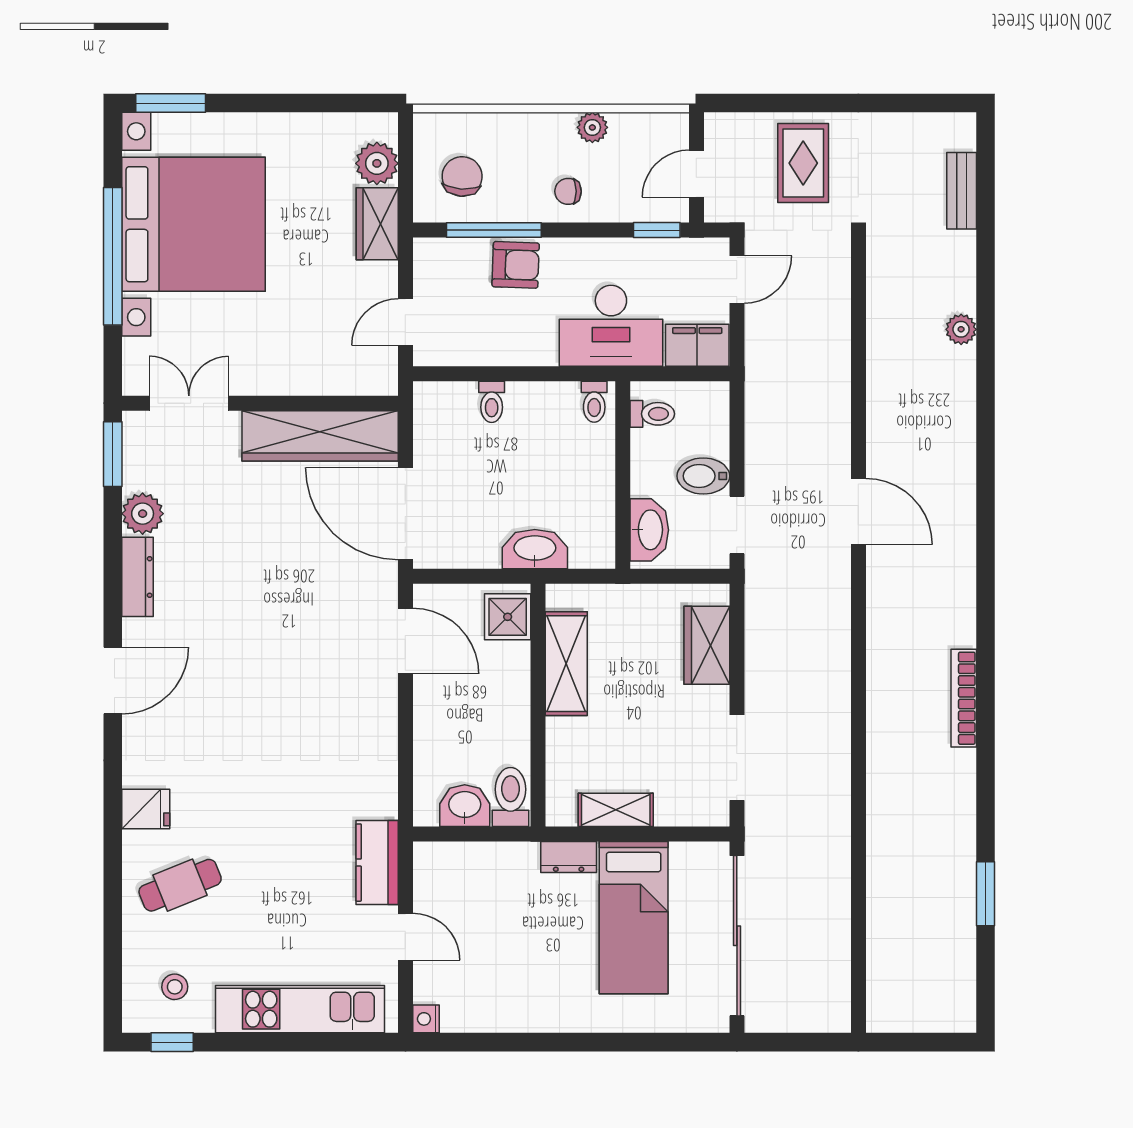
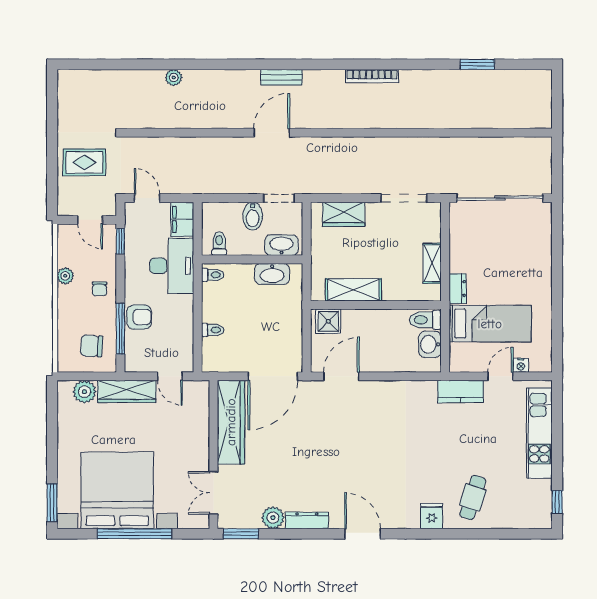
bench: (962, 191) -> (281, 77), moved
wardrobe: (377, 224) -> (127, 391), width x1.50
armchair: (516, 265) -> (139, 317), turned 88
washbasin: (535, 549) -> (272, 274), moved, turned -90
cafe table: (180, 885) -> (473, 498), turned 40
bed: (634, 918) -> (490, 324), moved
stool: (175, 987) -> (527, 500), removed
nightstand: (426, 1019) -> (521, 365), moved

